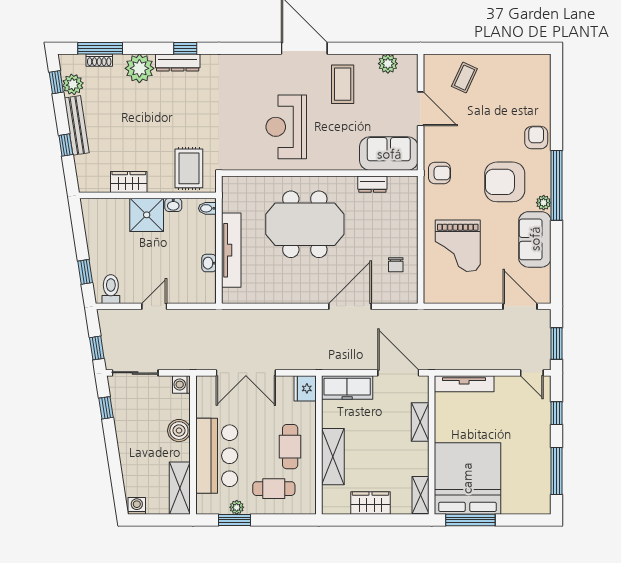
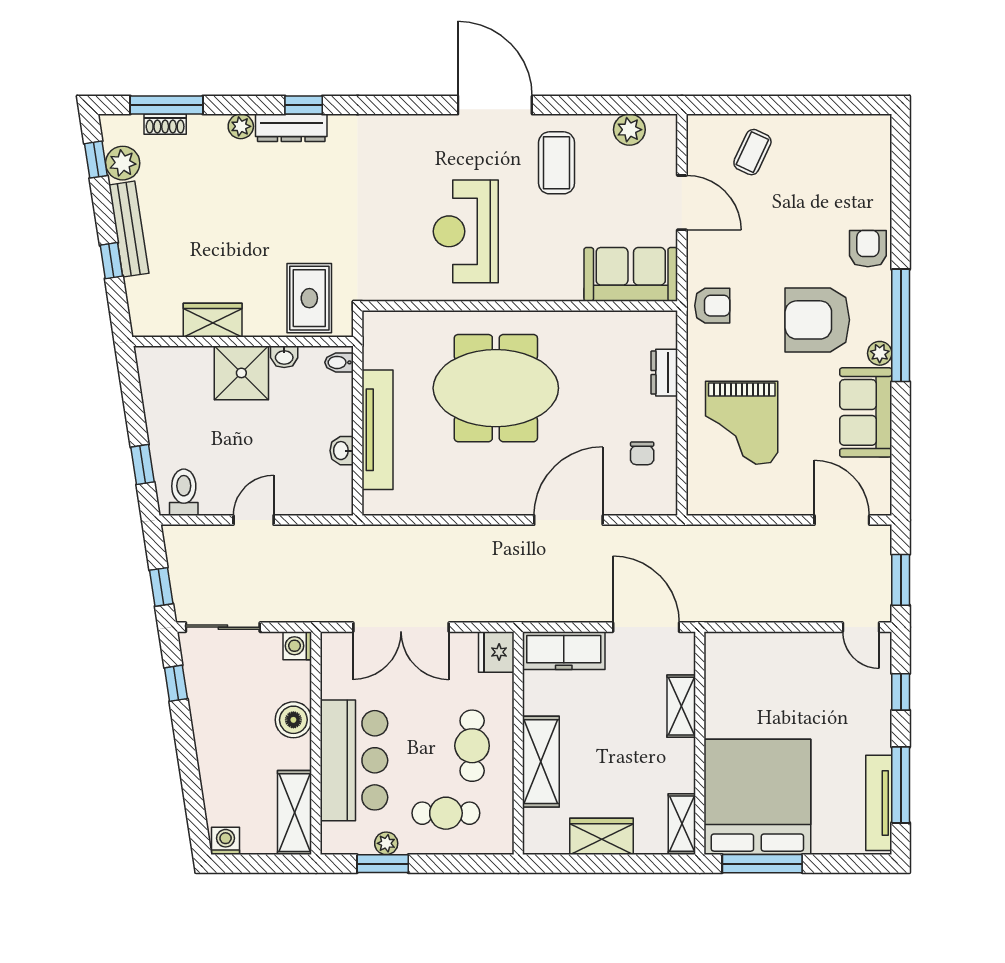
plant: (139, 68) -> (241, 126), width x0.53, depth x0.53
dresser: (372, 184) -> (664, 373), moved, turned 90
tv unit: (464, 384) -> (879, 803), moved, turned 90

